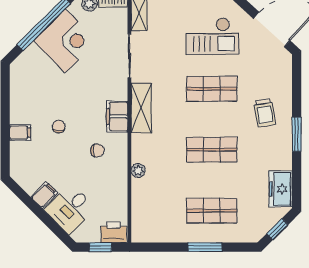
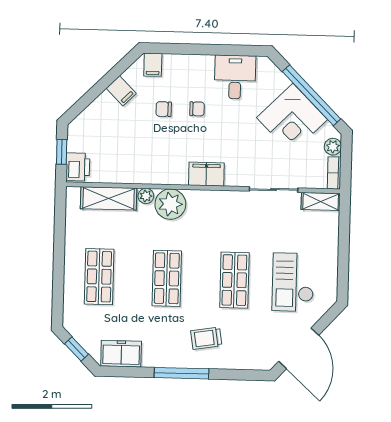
shelving: (141, 108) -> (109, 198), moved
filing cabinet: (20, 133) -> (153, 65), moved
window: (297, 134) -> (181, 373), width x1.44
plant: (145, 148) -> (170, 204), added
chair: (97, 150) -> (164, 109), moved, turned 90
desk: (70, 209) -> (235, 77), moved, turned 45
window: (205, 247) -> (59, 268), removed

